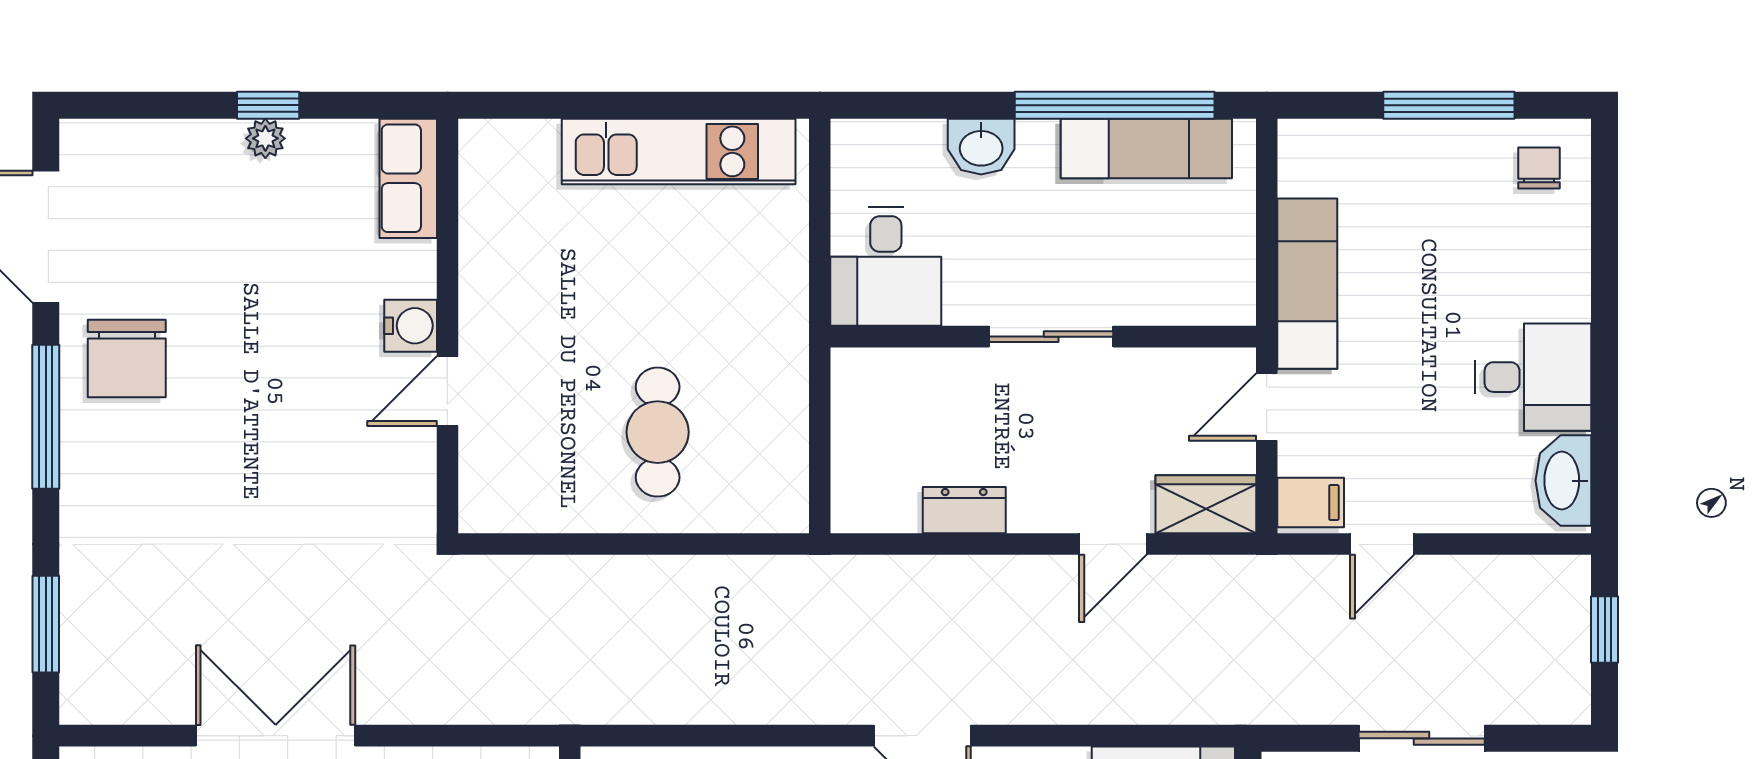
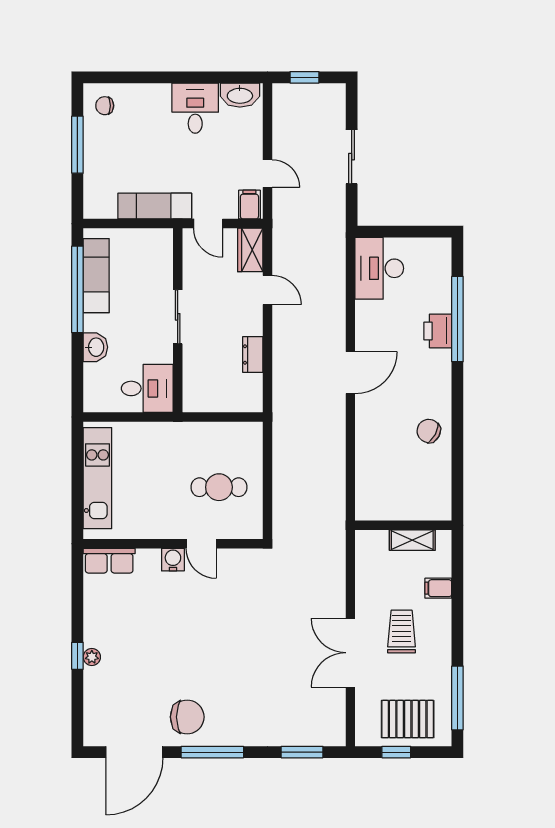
row of seats: (408, 178) -> (109, 561), moved
water cooler: (411, 326) -> (173, 560), moved
wall: (447, 326) -> (173, 544), moved
door: (447, 391) -> (201, 544), moved

